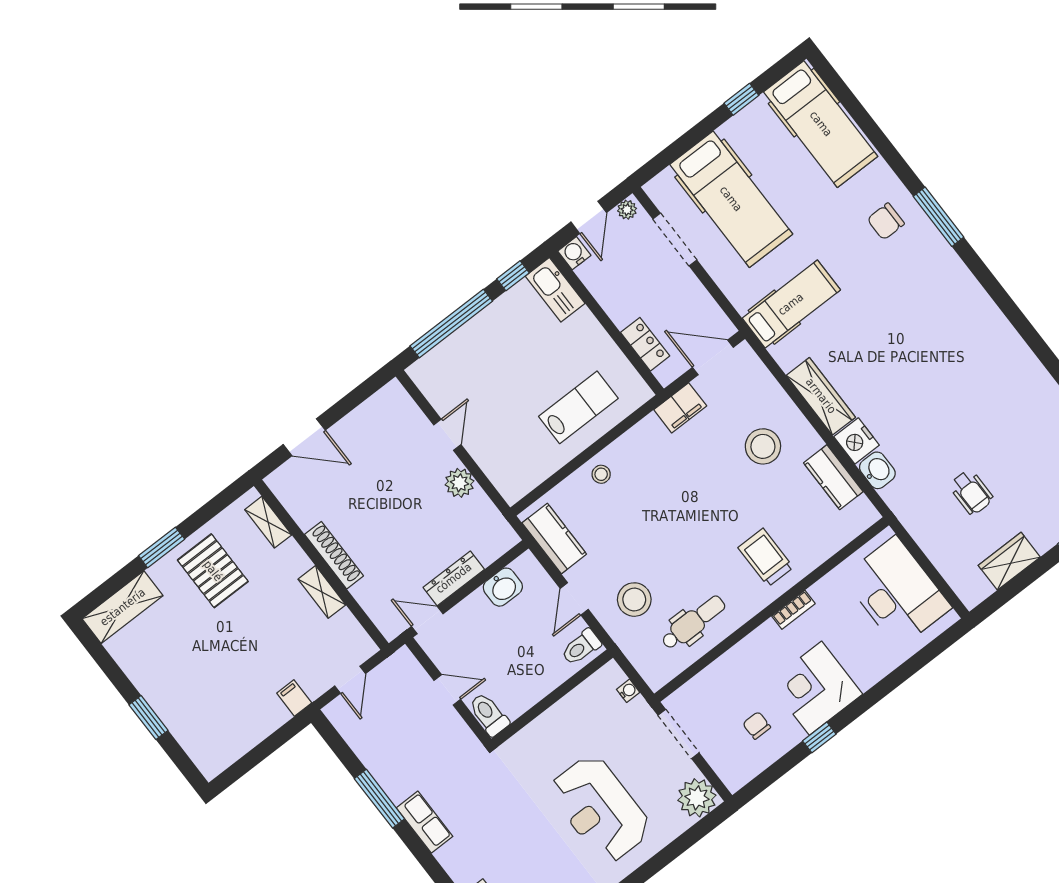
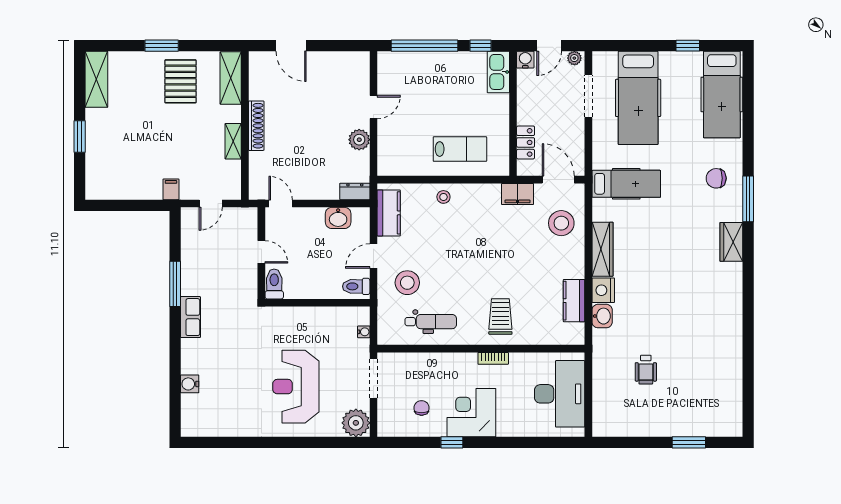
stool: (763, 446) -> (561, 223), moved
shelving: (268, 522) -> (231, 78), width x1.50, depth x1.33
wardrobe: (1009, 561) -> (731, 242), moved, turned -90
dresser: (454, 578) -> (355, 191), moved, width x0.70
shelving: (123, 607) -> (96, 79), moved, turned 90

